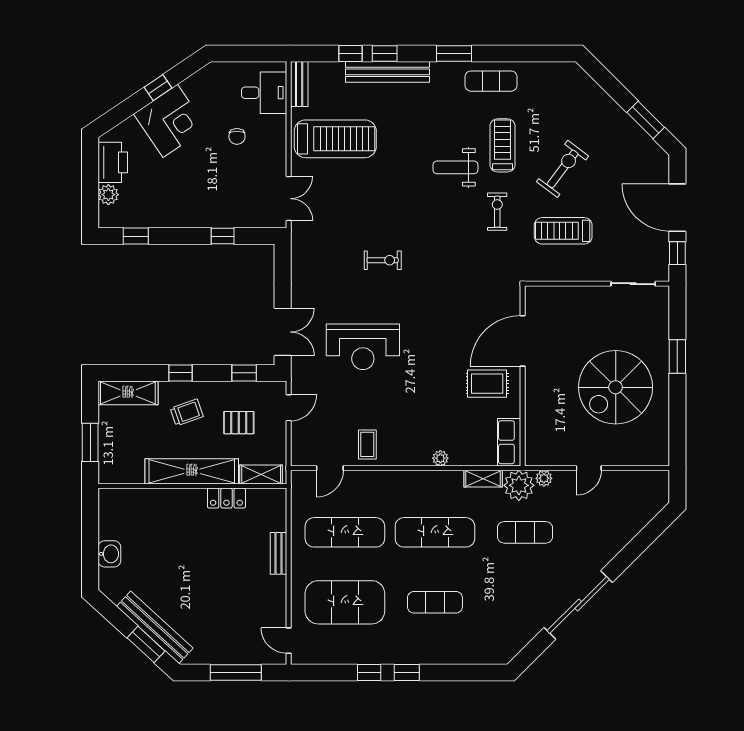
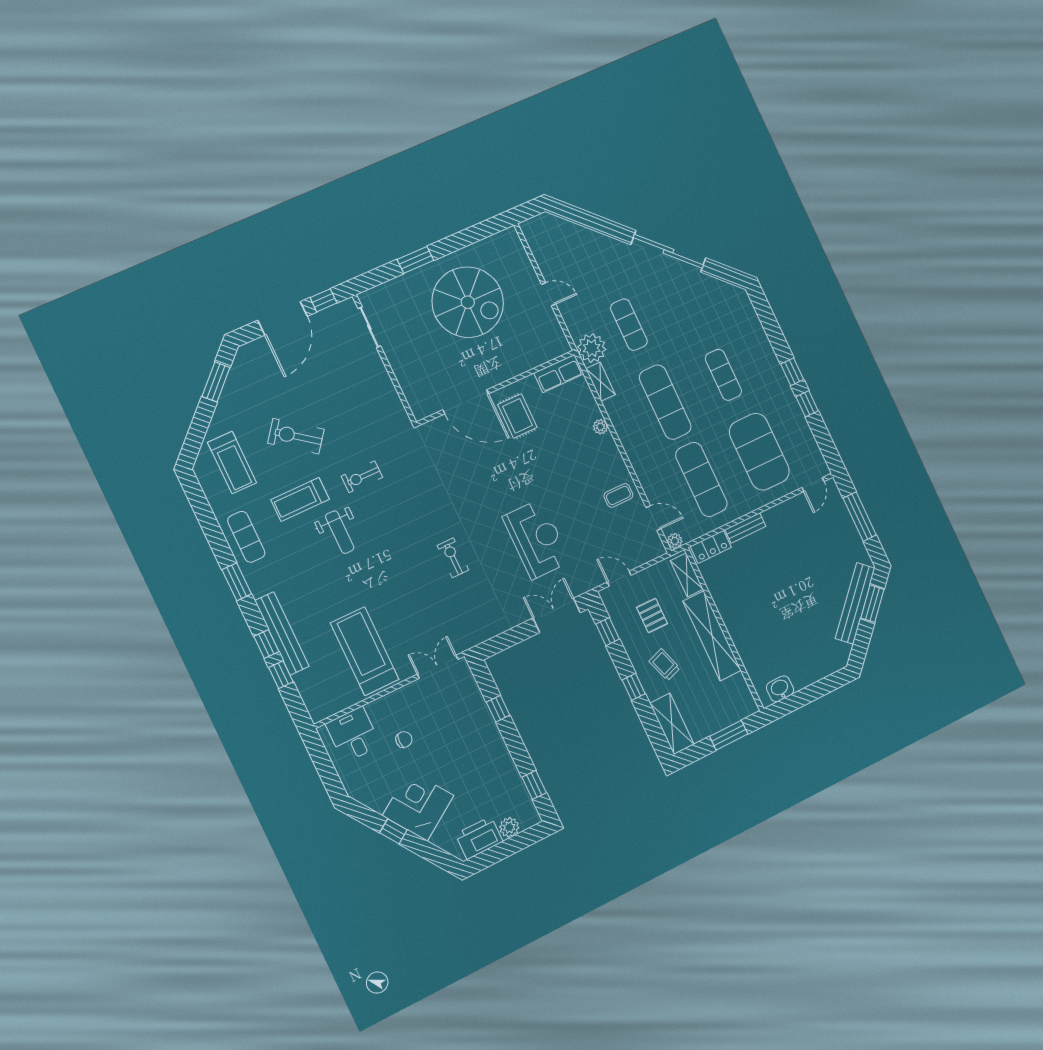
bench: (299, 84) -> (331, 707), removed
treadmill: (563, 231) -> (232, 463), moved
plant: (544, 478) -> (675, 541), moved
locker: (226, 498) -> (711, 547), moved, turned 90
washbasin: (109, 554) -> (780, 689), moved

